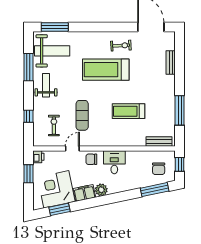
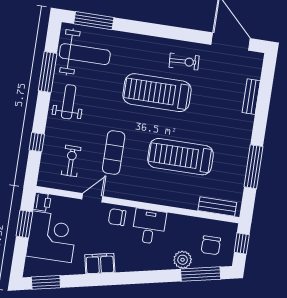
treadmill: (128, 111) -> (180, 157), width x1.37, depth x1.38
corner desk: (56, 189) -> (52, 237), moved, turned 102
plant: (101, 190) -> (183, 260), moved
window: (59, 209) -> (46, 282), moved

